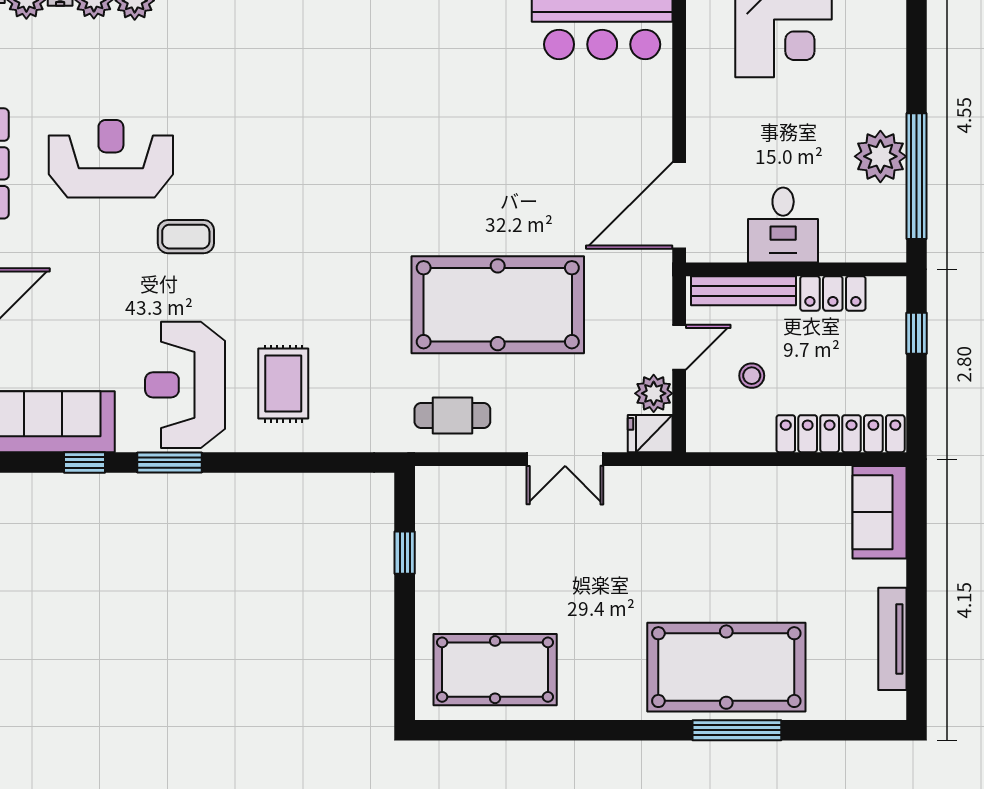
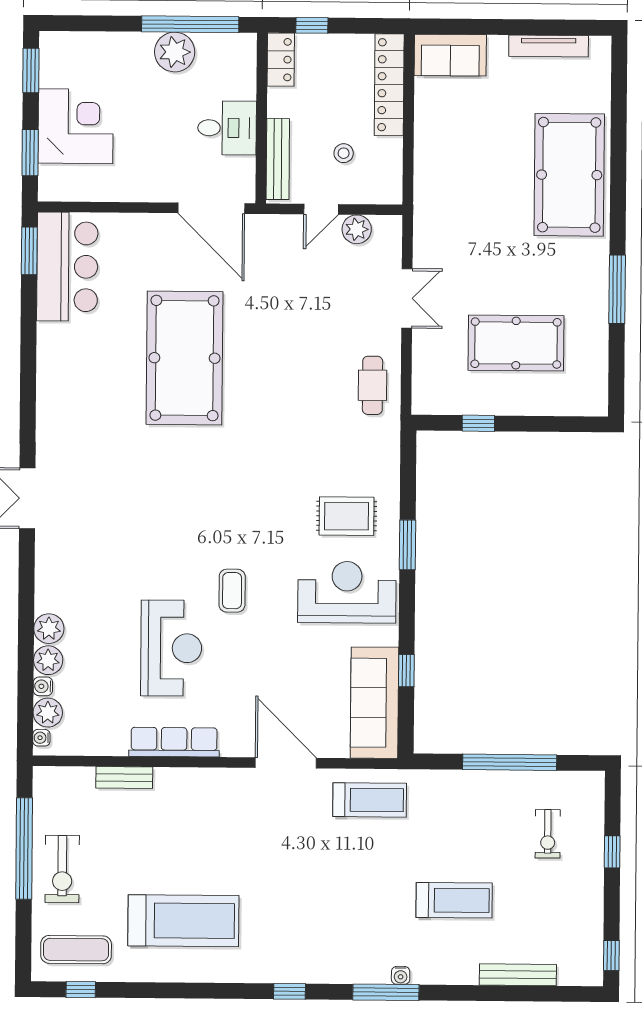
reception desk: (111, 159) -> (171, 648), turned 180
locker: (833, 293) -> (281, 60), moved
pool table: (498, 305) -> (185, 358), moved
door: (679, 347) -> (321, 209), swing flipped
reception desk: (185, 385) -> (347, 592), turned 180
fridge: (650, 434) -> (388, 232), removed
window: (169, 462) -> (407, 545), moved
pool table: (495, 670) -> (516, 343), moved, turned 90
window: (737, 730) -> (617, 289), moved

